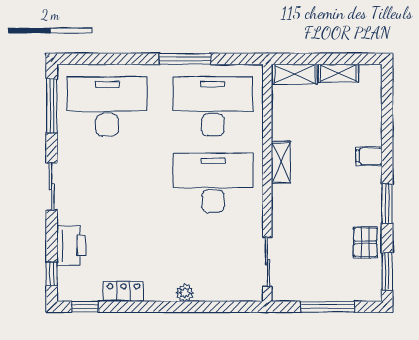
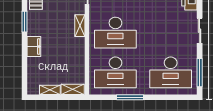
filing cabinet: (369, 156) -> (34, 47), width x2.00
shelving: (281, 162) -> (80, 26), moved

